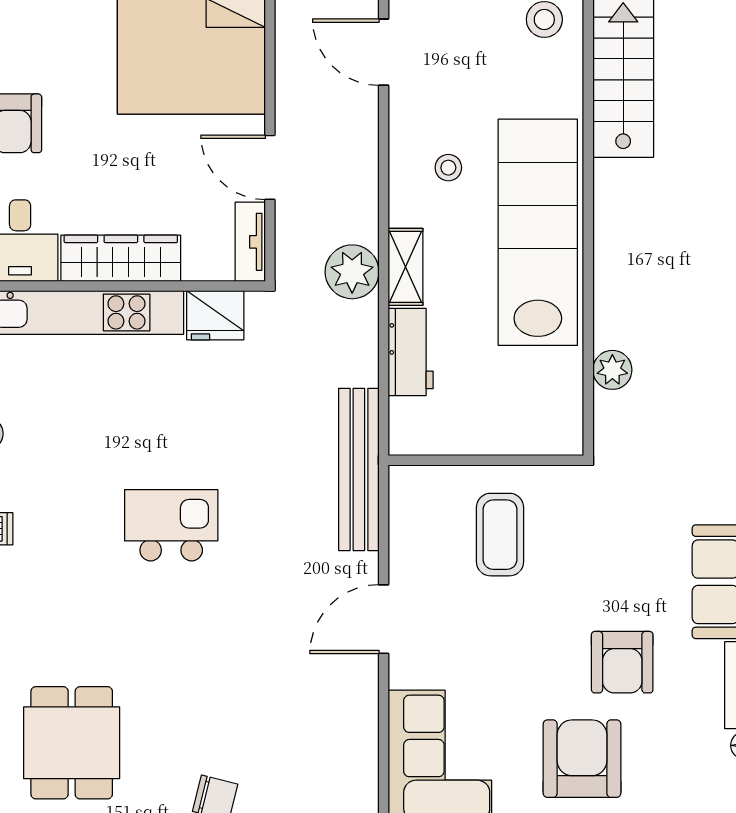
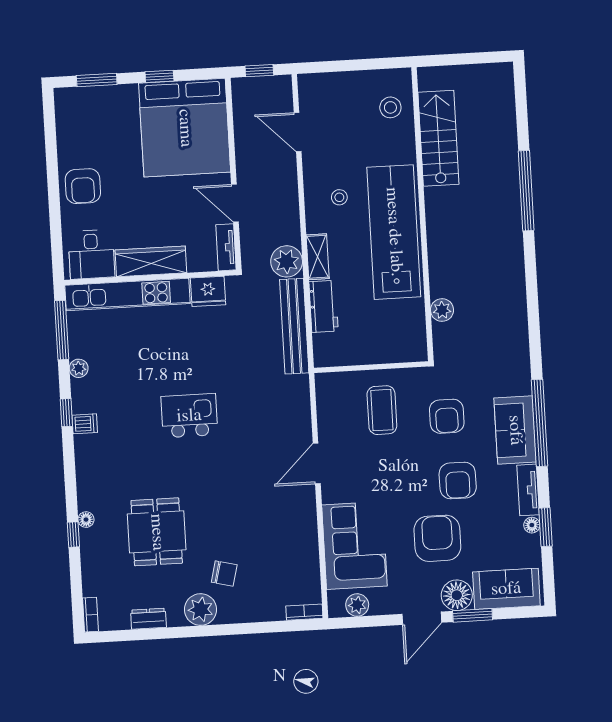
bench: (359, 469) -> (294, 326), moved
armchair: (610, 551) -> (447, 416), added
dining table: (72, 743) -> (157, 532), moved

